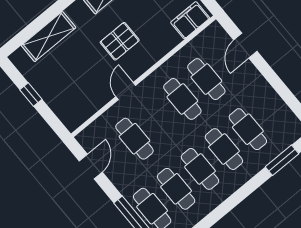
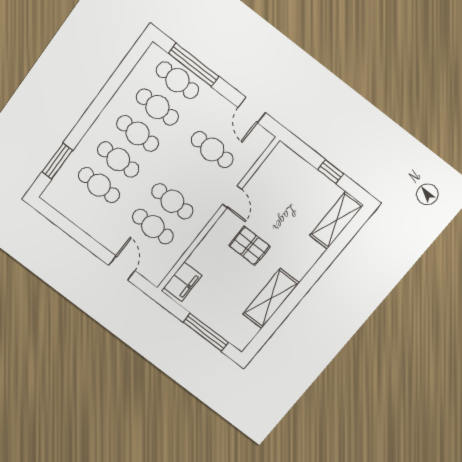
shelving: (49, 37) -> (336, 220), moved
pallet: (120, 41) -> (249, 246), turned 90

